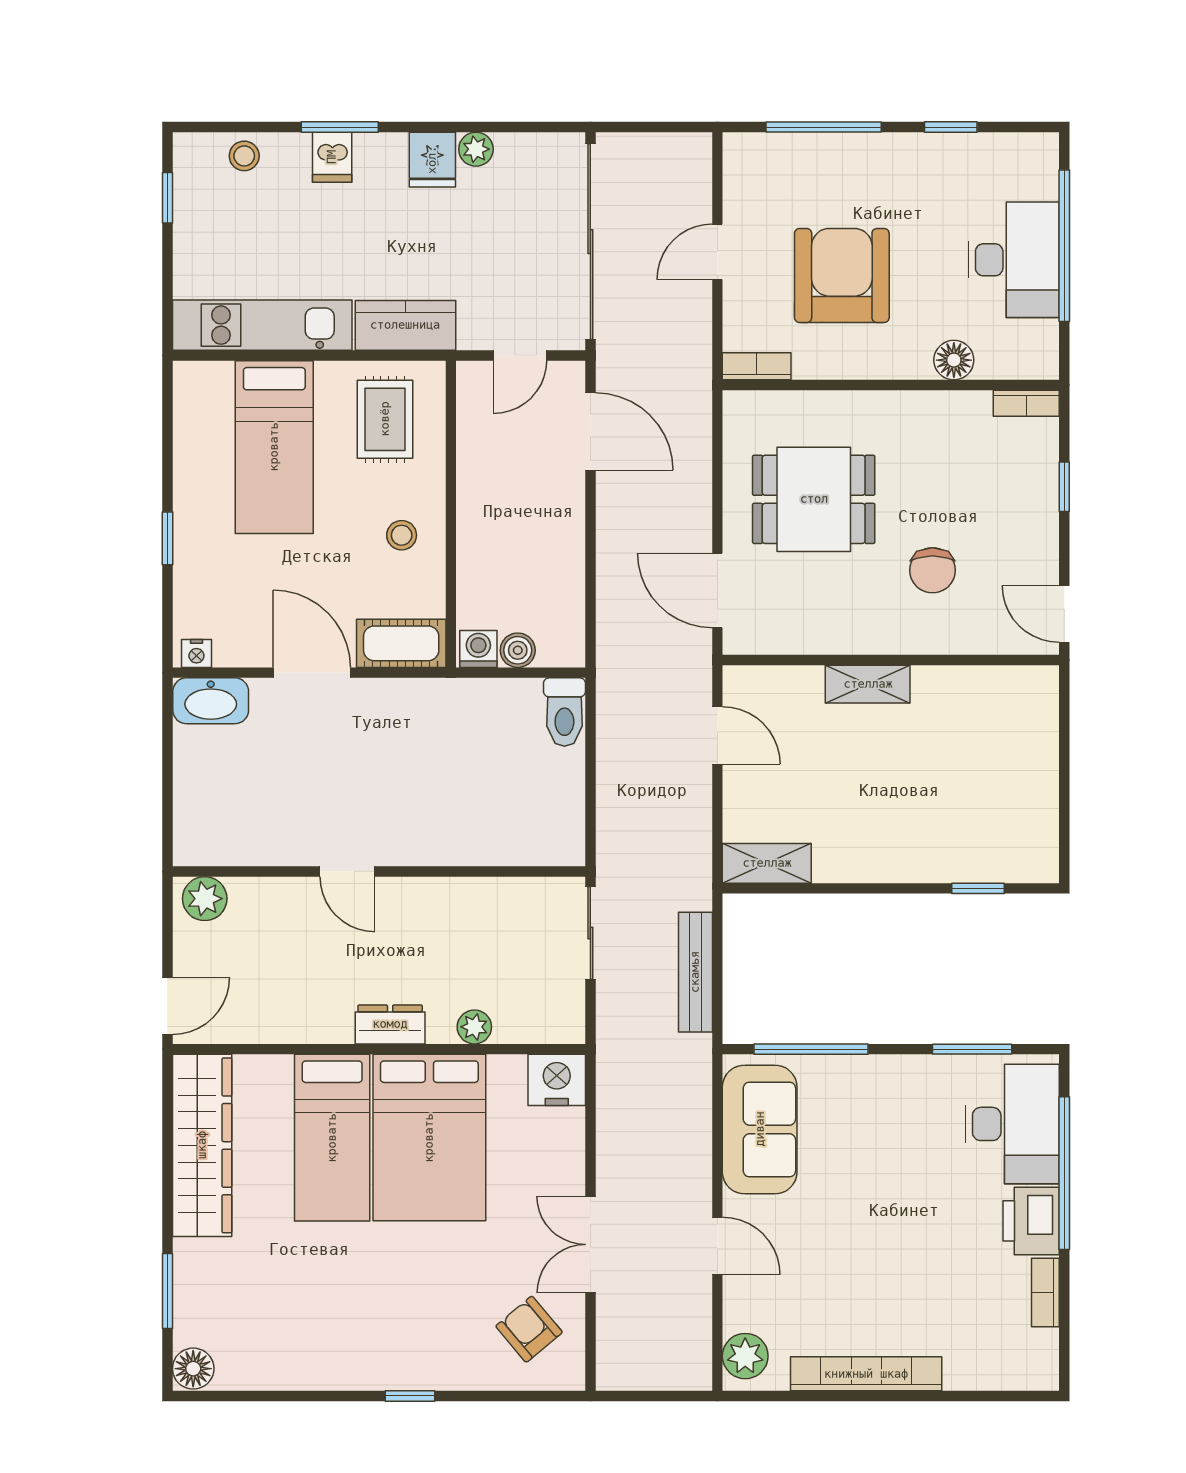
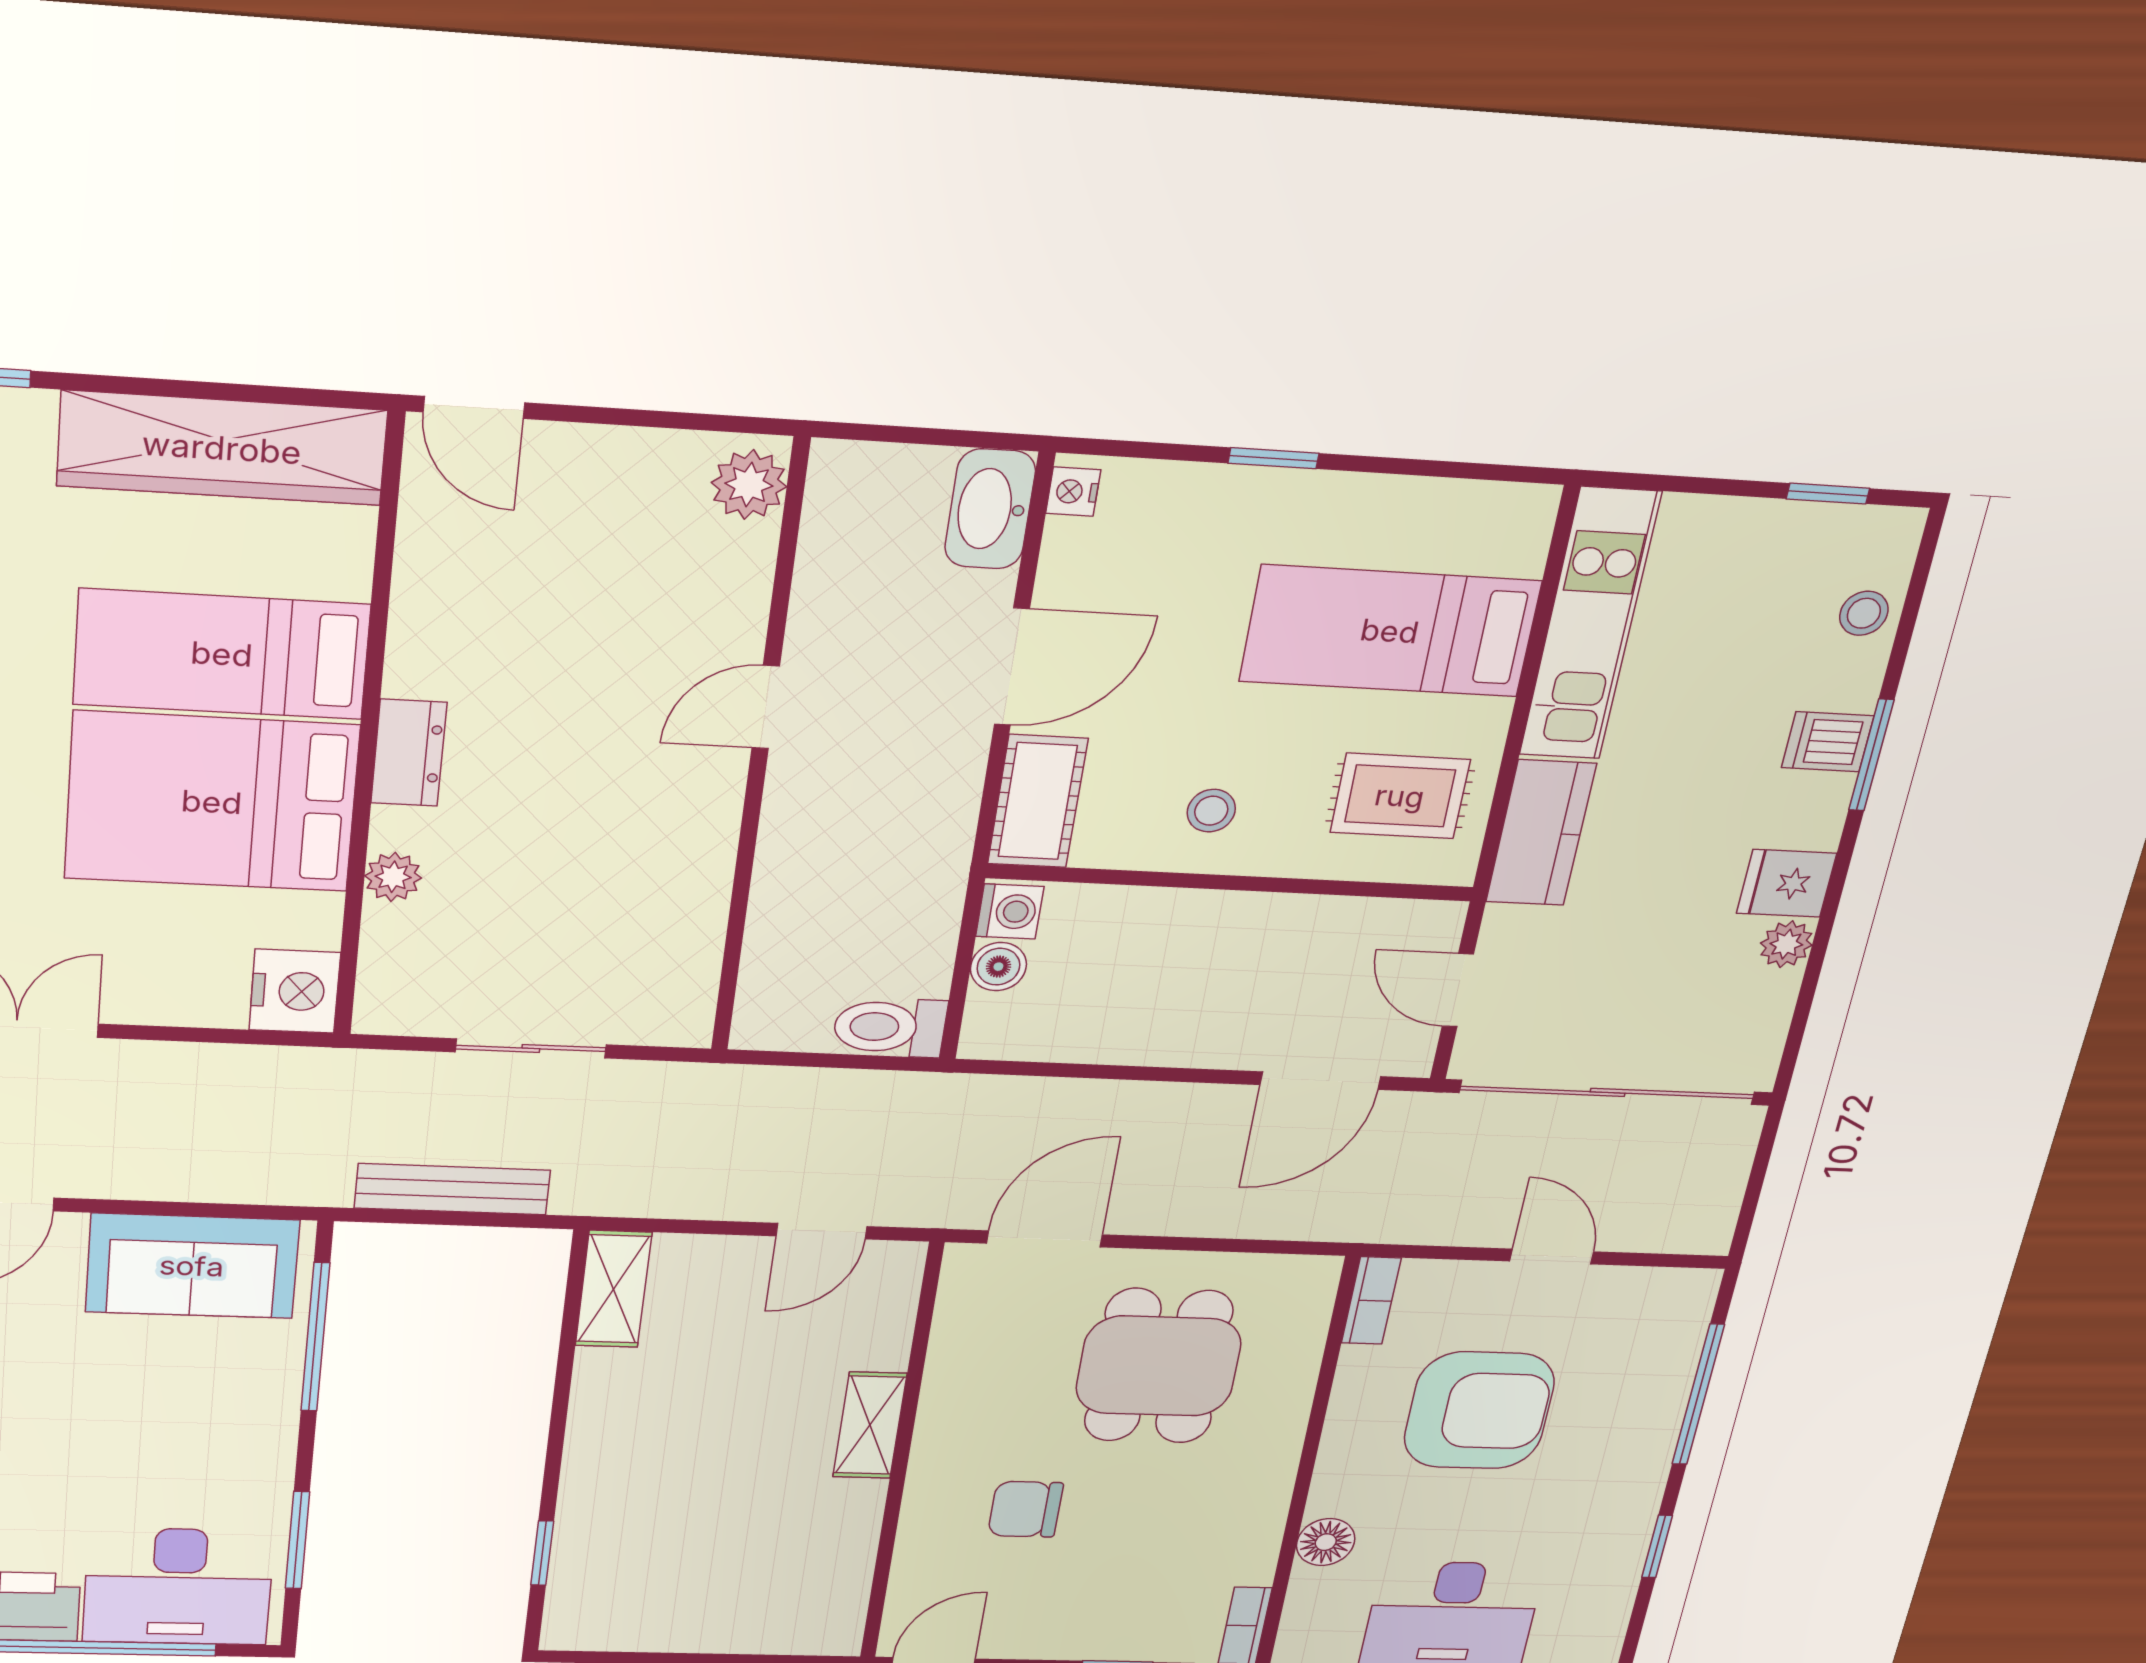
door: (347, 871) -> (766, 707), moved
wall: (379, 871) -> (759, 754), moved
plant: (205, 899) -> (749, 485), moved

